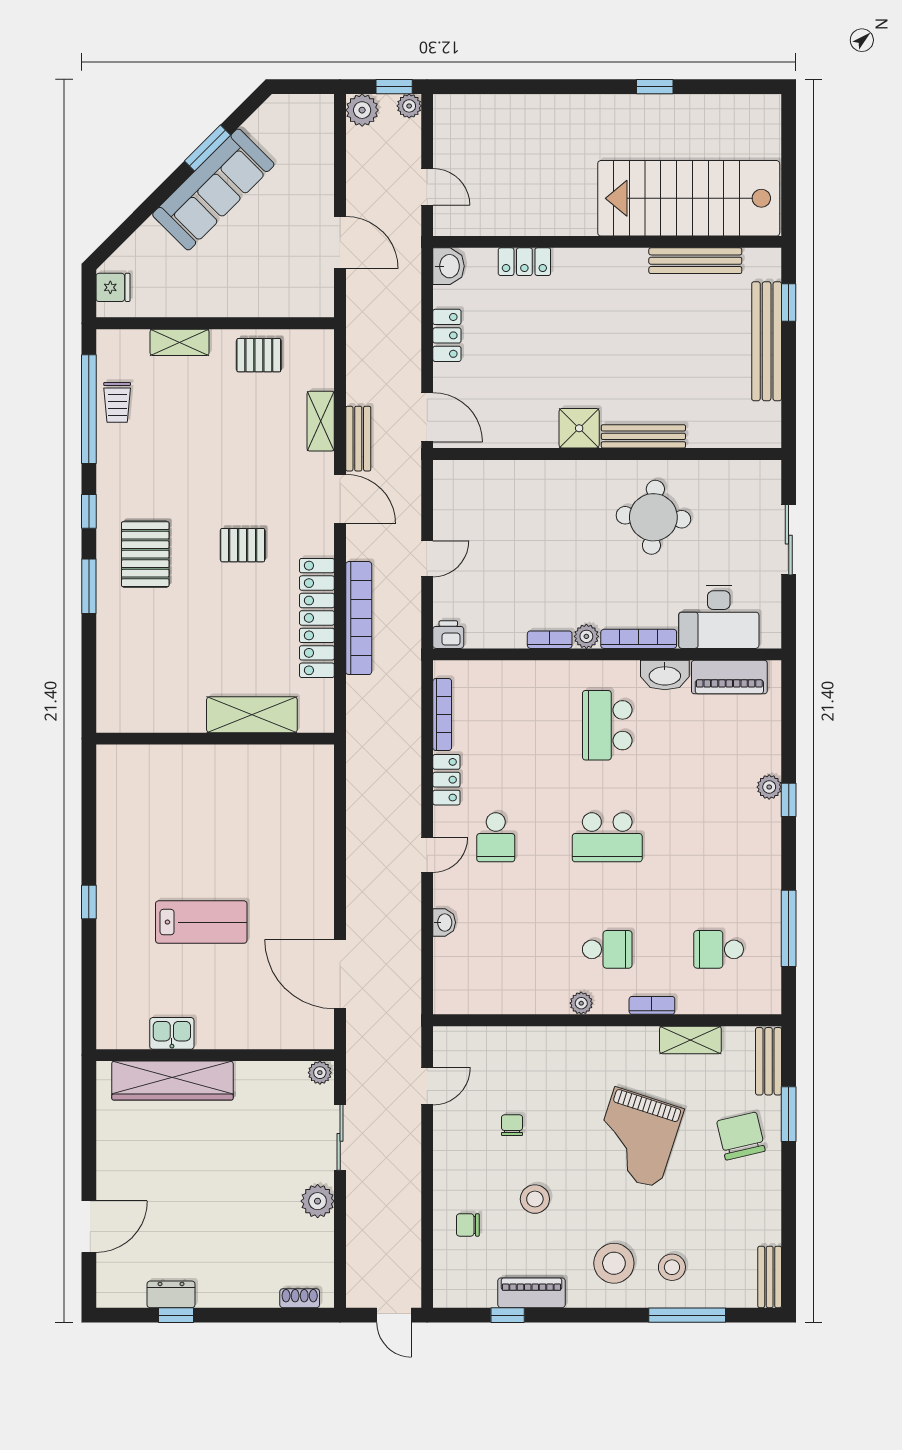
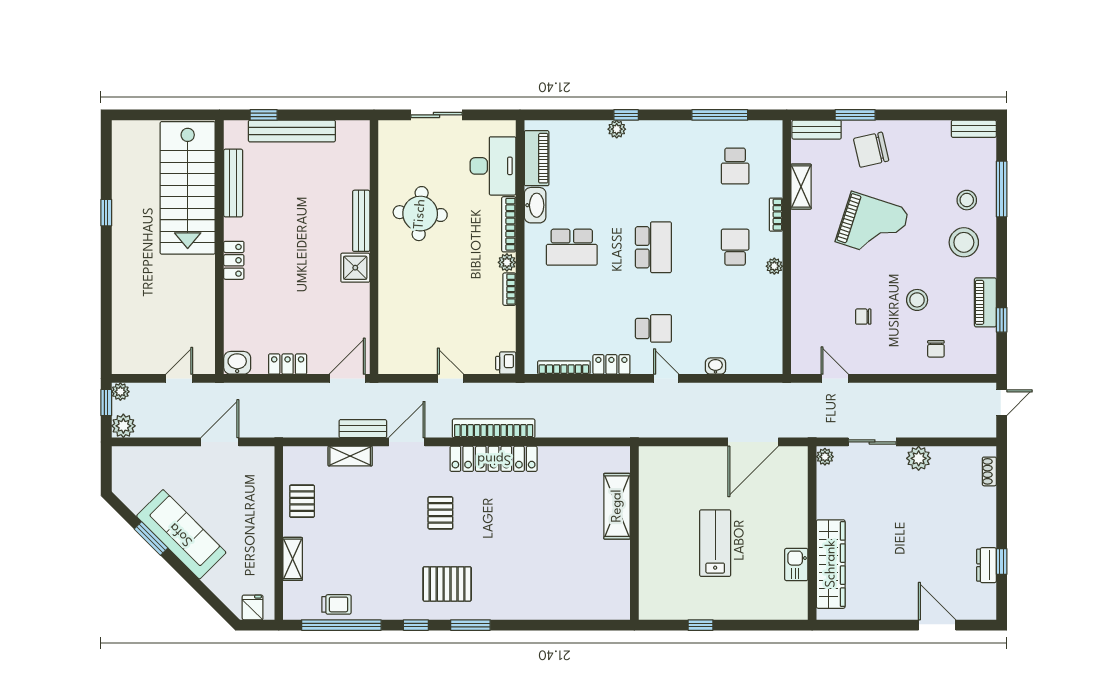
locker: (524, 262) -> (234, 260), moved
shelving: (252, 715) -> (617, 506), moved
wall: (215, 739) -> (634, 533), moved

